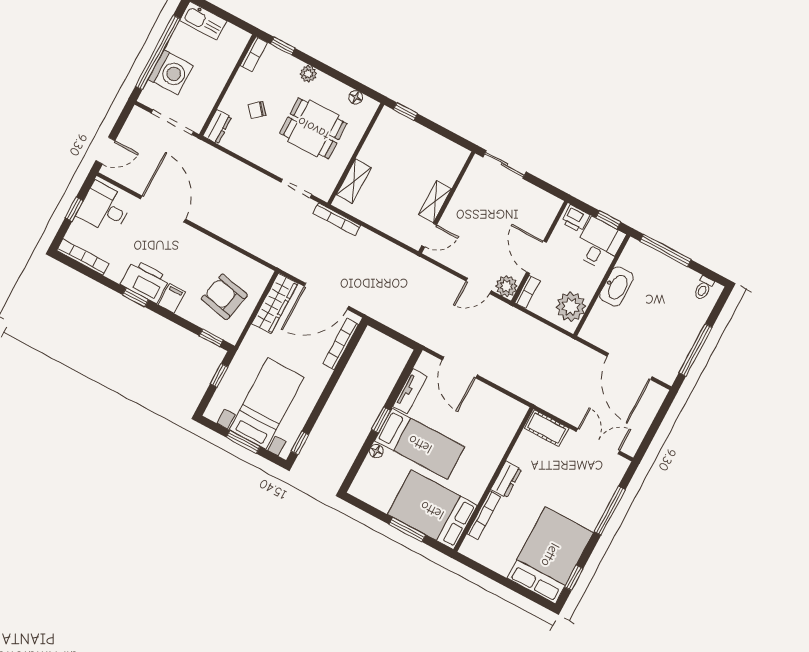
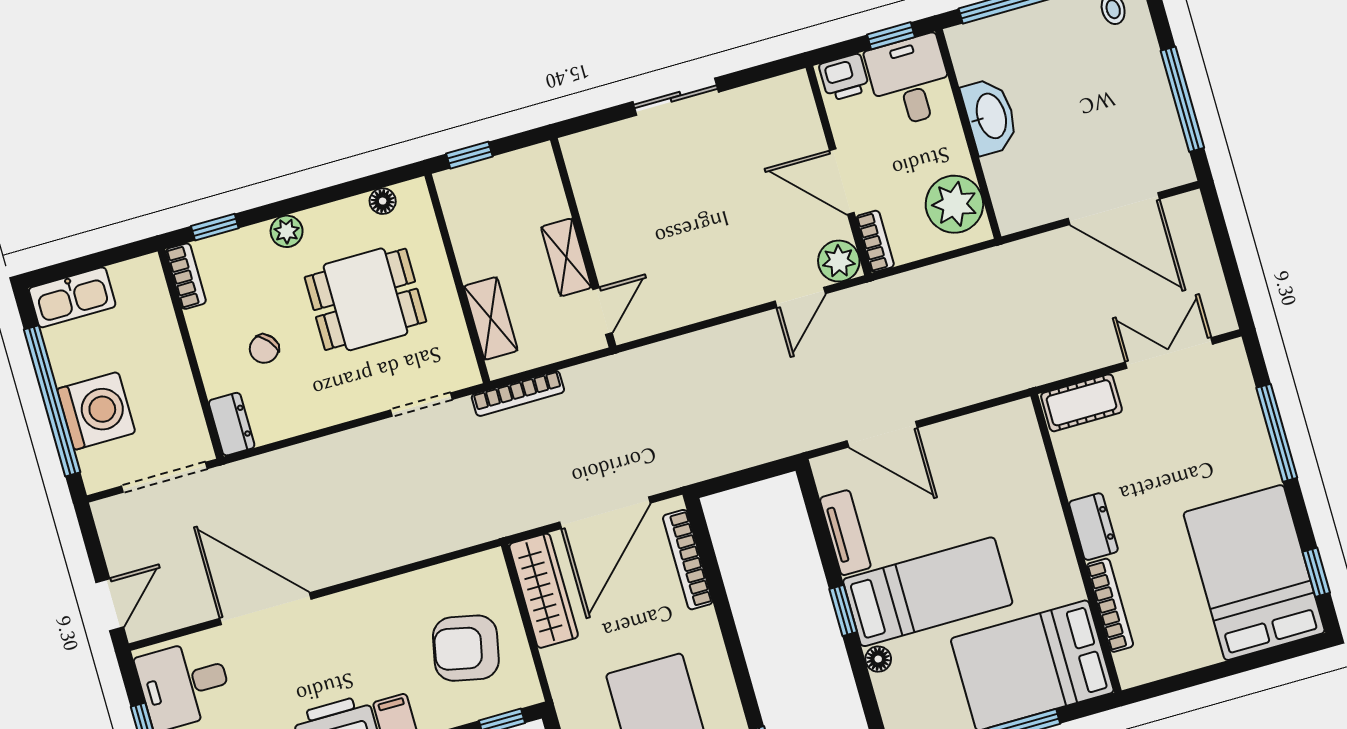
shelving: (435, 202) -> (566, 257), moved
wall: (447, 202) -> (583, 243), moved
door: (429, 235) -> (602, 311), moved

